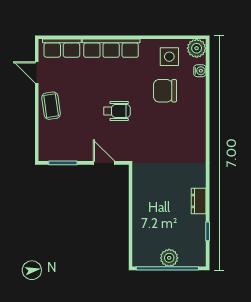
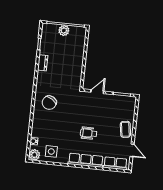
chair: (165, 91) -> (49, 103), moved, turned 121
wheelchair: (117, 111) -> (89, 133), moved
door: (104, 163) -> (97, 92), swing flipped

